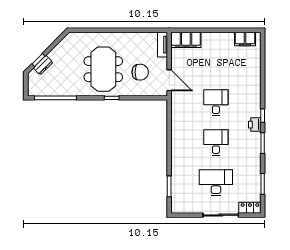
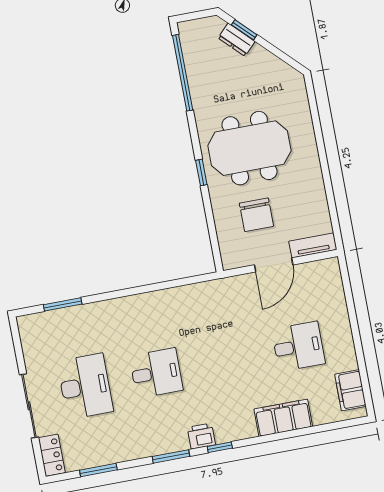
filing cabinet: (186, 40) -> (283, 418), moved, turned 90
door: (169, 80) -> (274, 265), moved
desk: (216, 103) -> (298, 346), moved

